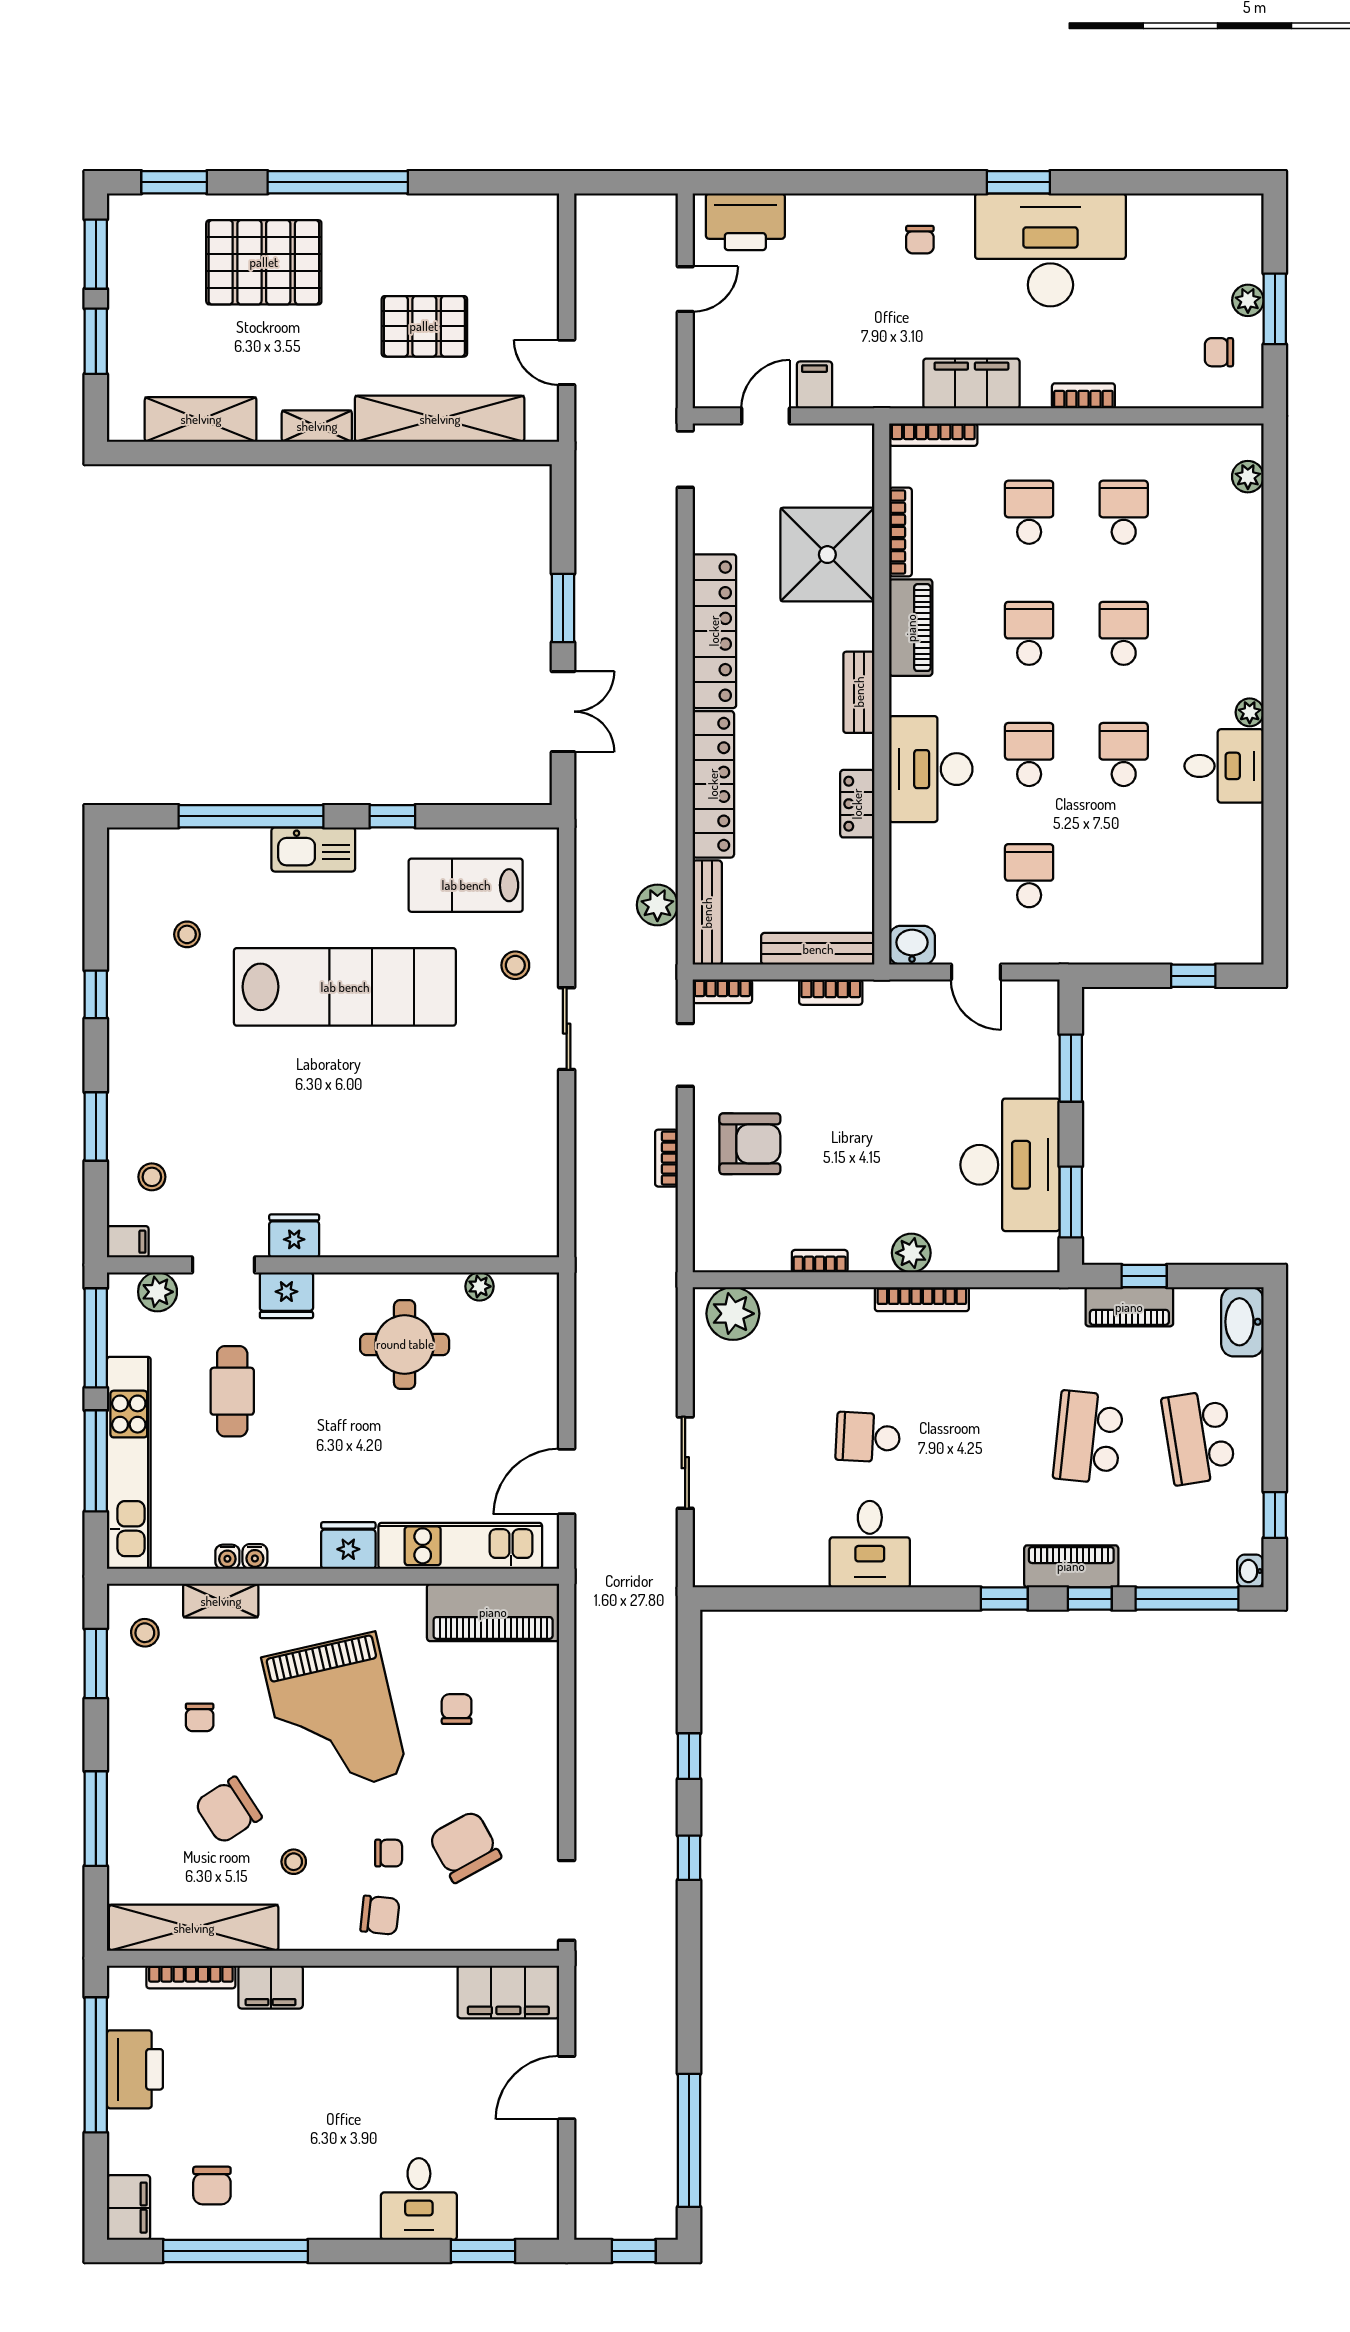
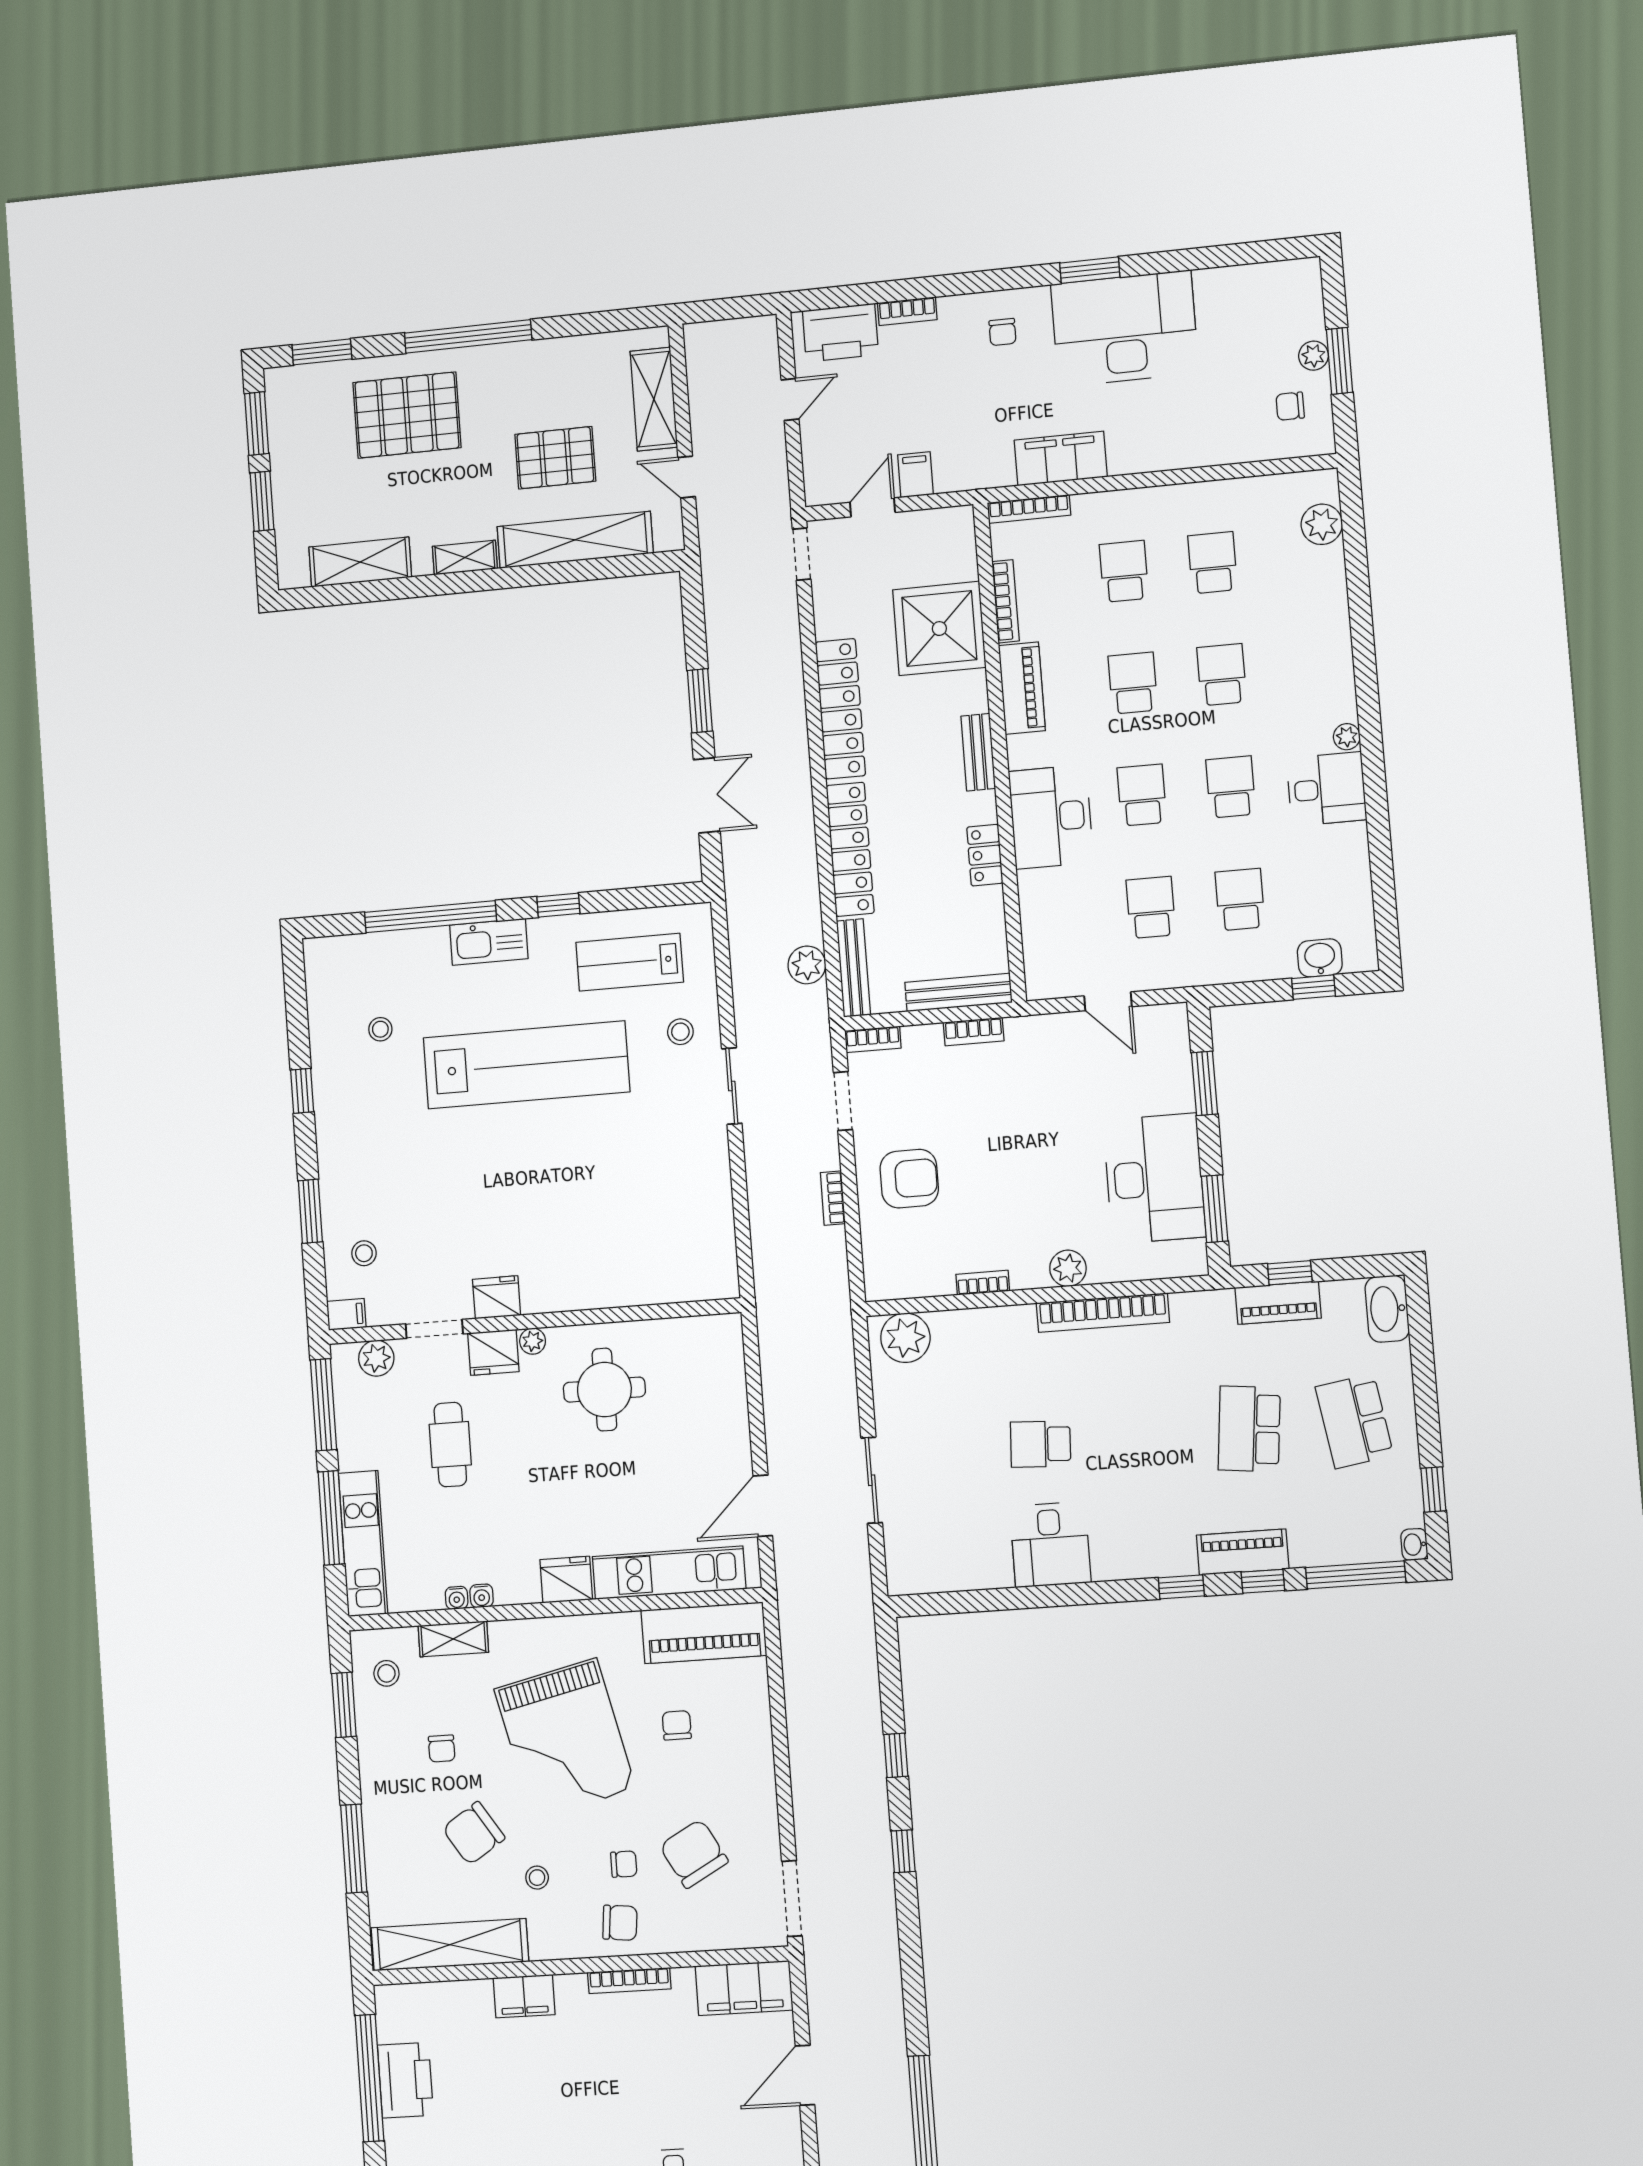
shelving: (537, 273) -> (654, 399), added
bookcase: (1083, 396) -> (907, 311), moved, turned 180
plant: (1248, 477) -> (1322, 524), width x1.38, depth x1.38
school desk: (1124, 876) -> (1240, 900), added
washbasin: (912, 945) -> (1320, 958), moved
plant: (480, 1286) -> (533, 1341), moved
bookcase: (922, 1299) -> (1103, 1313), width x1.48, depth x1.31
kitchen unit: (129, 1463) -> (363, 1544), width x0.73
bookcase: (191, 1977) -> (629, 1981), moved

